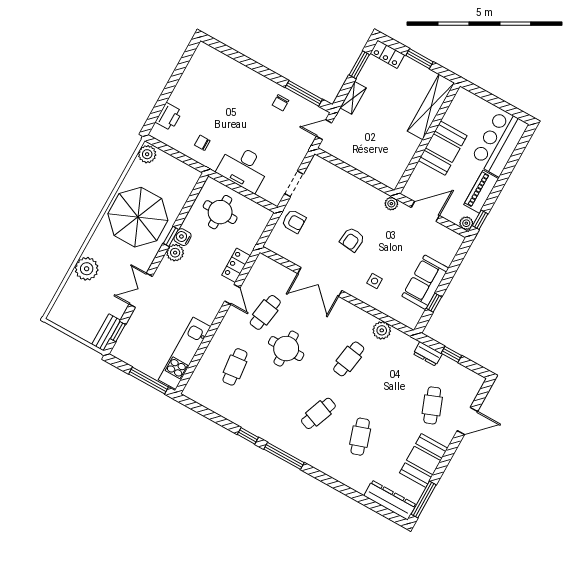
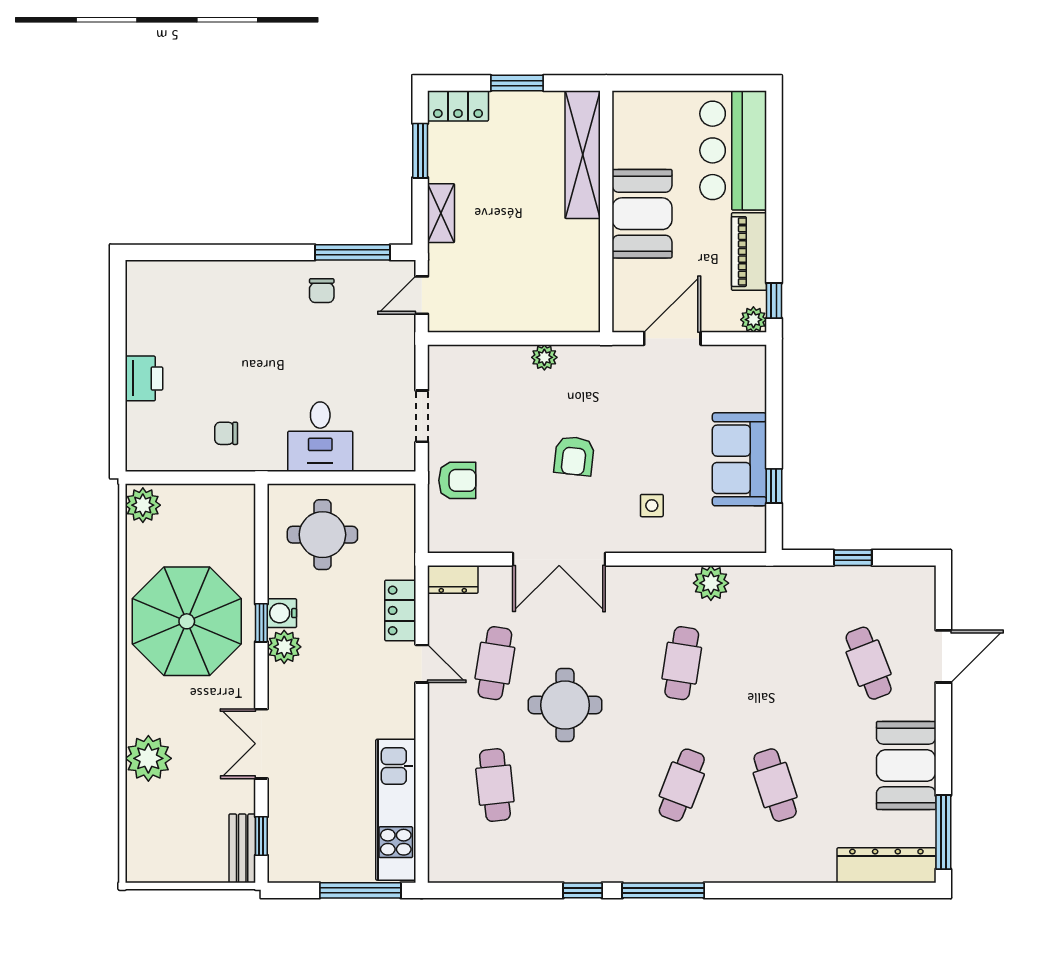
printer: (169, 117) -> (144, 378), moved
desk: (243, 168) -> (320, 437), width x0.73
plant: (391, 204) -> (544, 357), moved
dresser: (428, 354) -> (453, 579), moved

